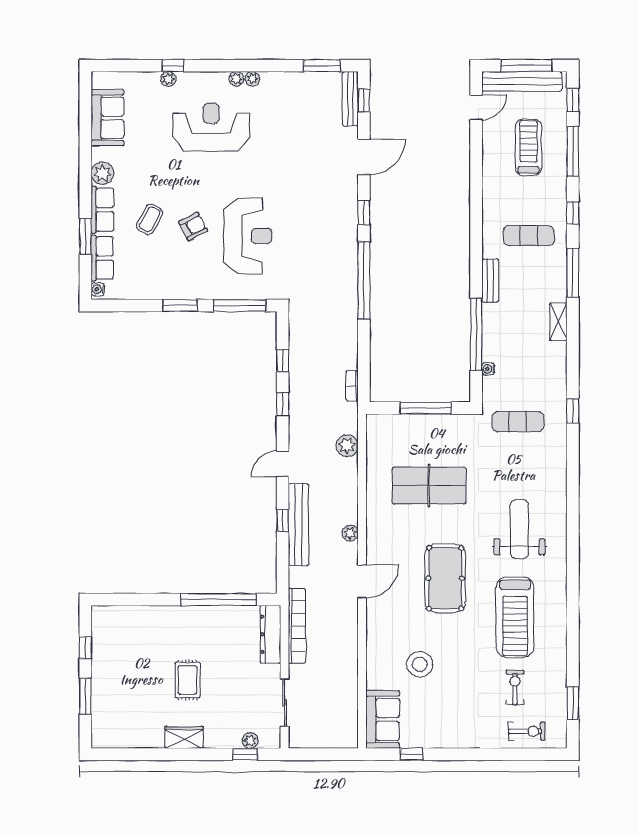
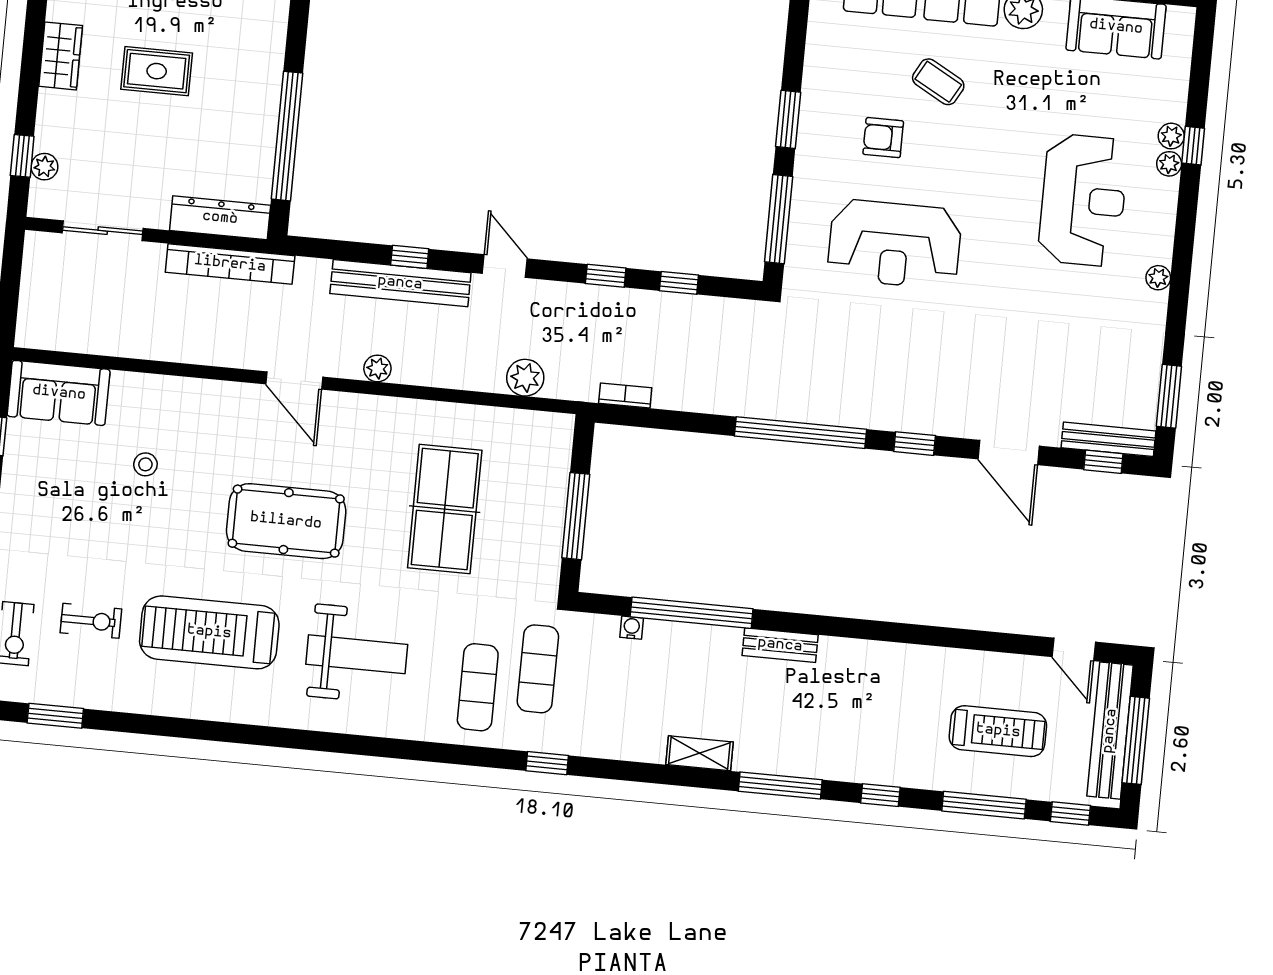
plant: (236, 79) -> (1169, 164), moved
armchair: (193, 226) -> (883, 138), moved, turned 118
exercise mat: (529, 236) -> (478, 687), moved
stool: (420, 664) -> (145, 464), width x0.53, depth x0.53

